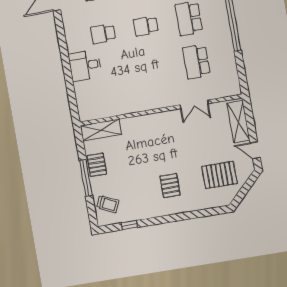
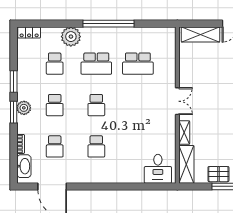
desk: (85, 66) -> (158, 169), moved
double door: (194, 104) -> (177, 101), moved
shelving: (133, 122) -> (184, 133), added

